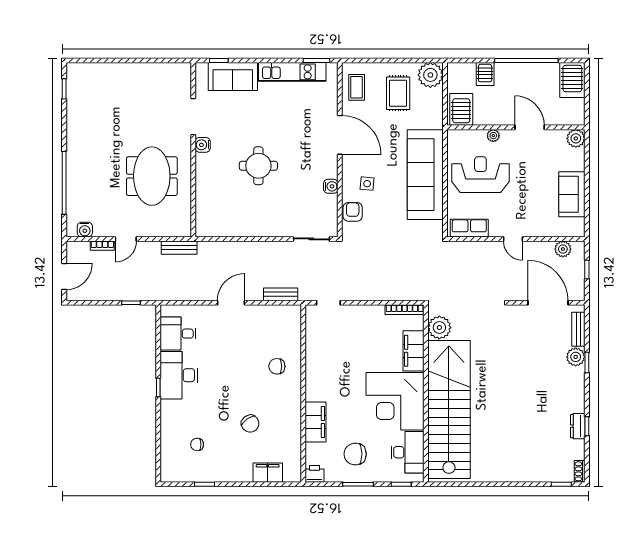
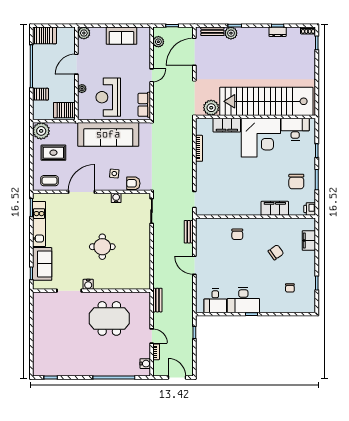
plant: (439, 328) -> (211, 108), moved
filing cabinet: (413, 351) -> (227, 125), moved
wall: (426, 394) -> (256, 117), moved
corner desk: (395, 401) -> (261, 138), moved
stairs: (449, 410) -> (266, 101), moved
desk: (408, 452) -> (295, 129), moved

